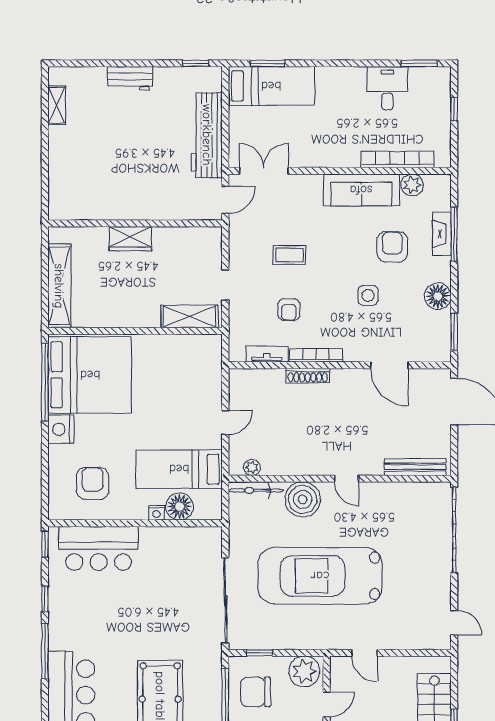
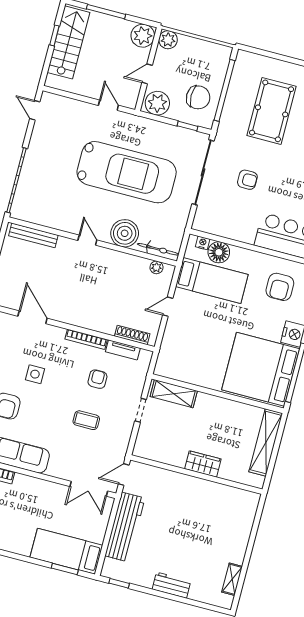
shoe rack: (308, 376) -> (132, 335), moved
nightstand: (156, 513) -> (203, 243), moved
armchair: (168, 606) -> (247, 180), added

